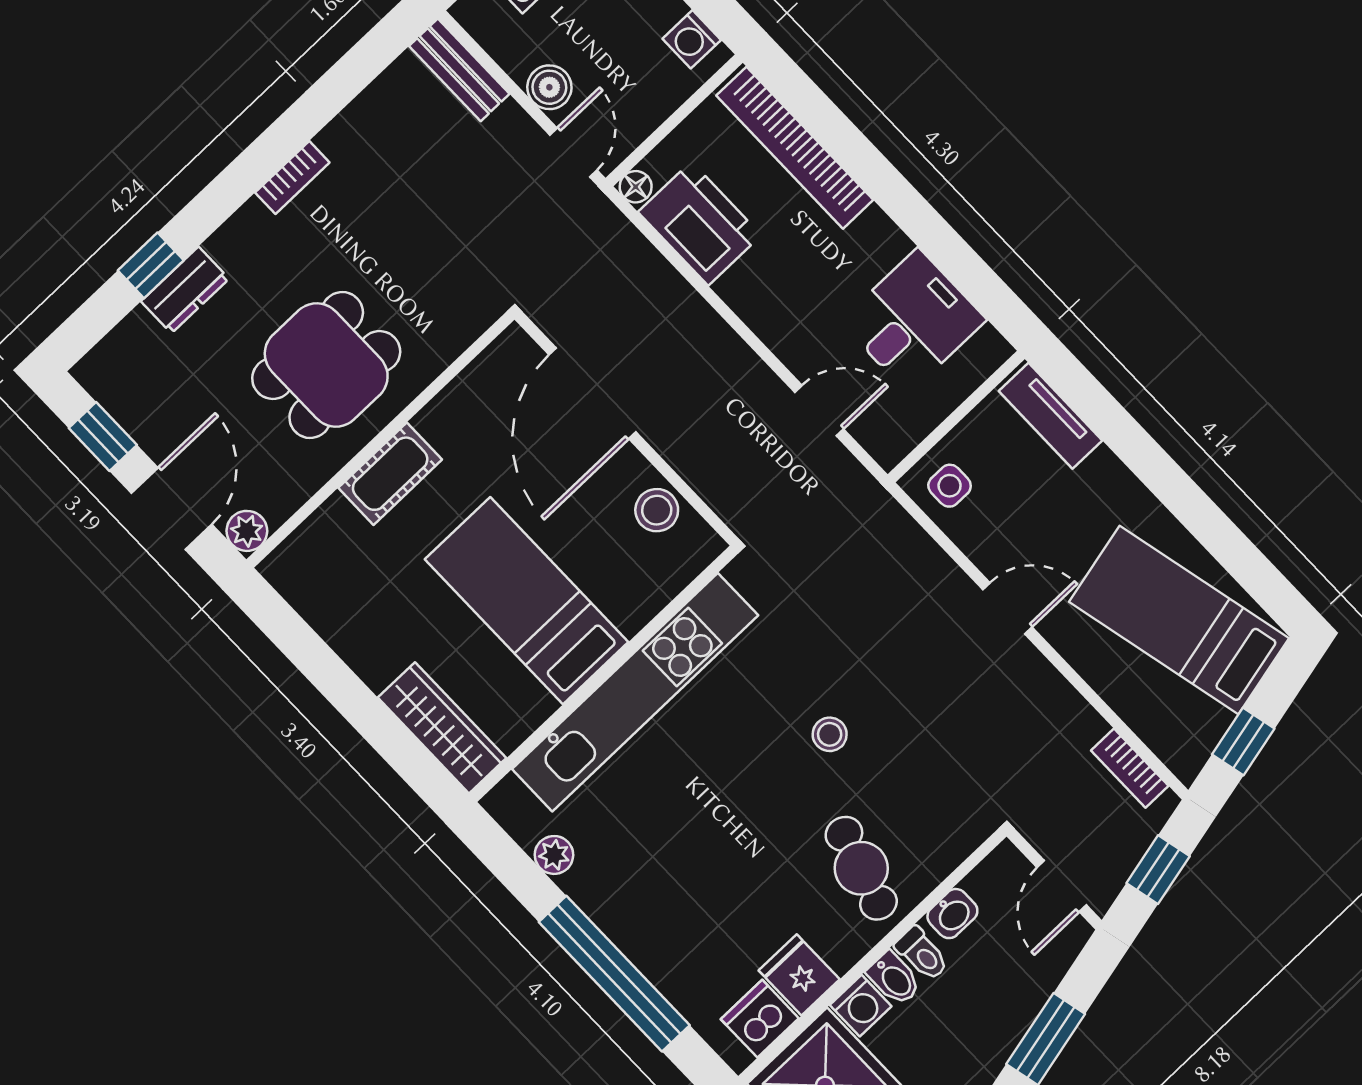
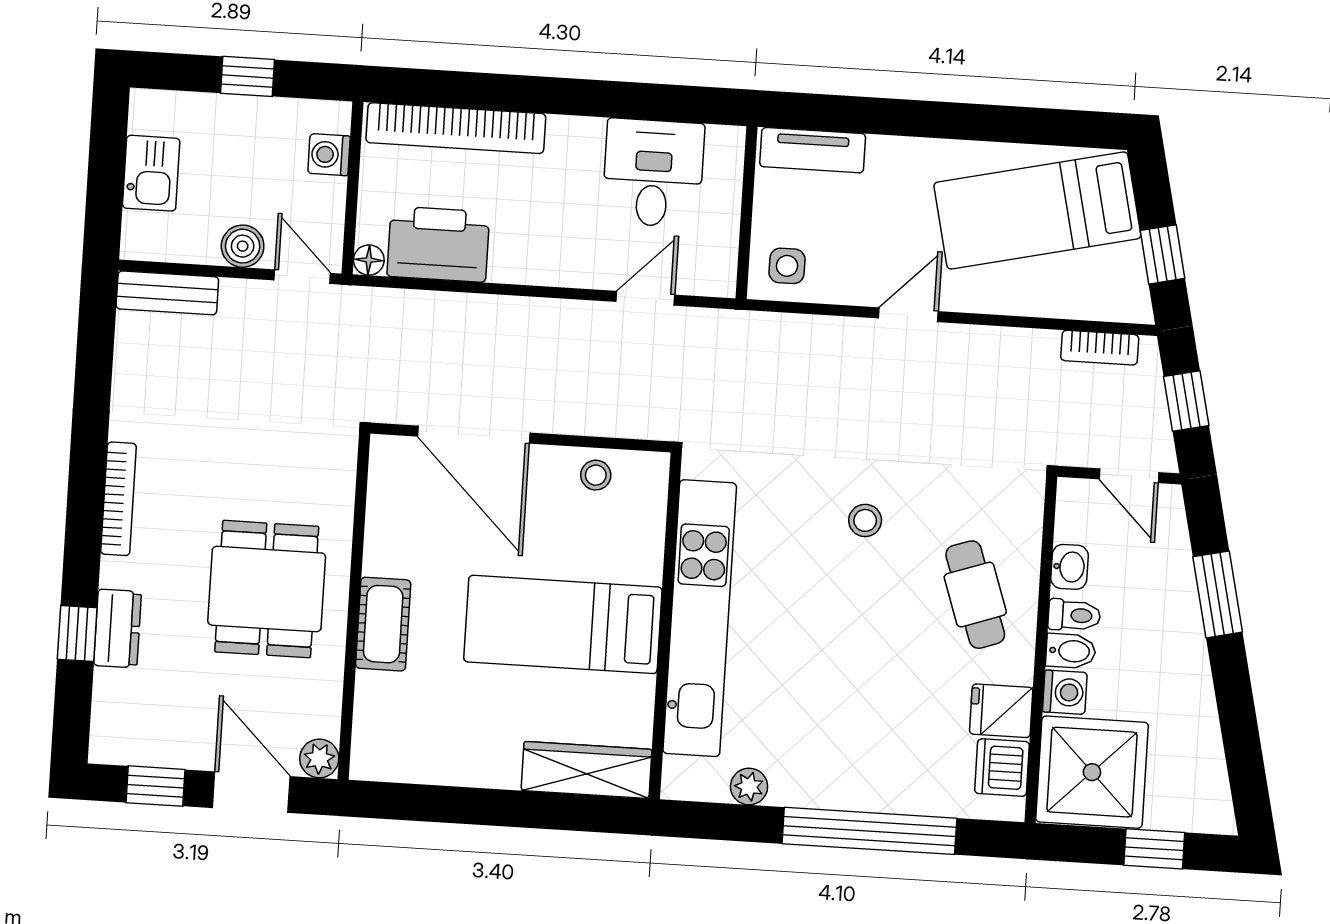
washing machine: (692, 39) -> (329, 155), moved, turned 90
bookcase: (292, 178) -> (118, 499), width x1.56
stool: (657, 510) -> (596, 475), width x0.73, depth x0.73
cafe table: (861, 868) -> (975, 595), turned 54

